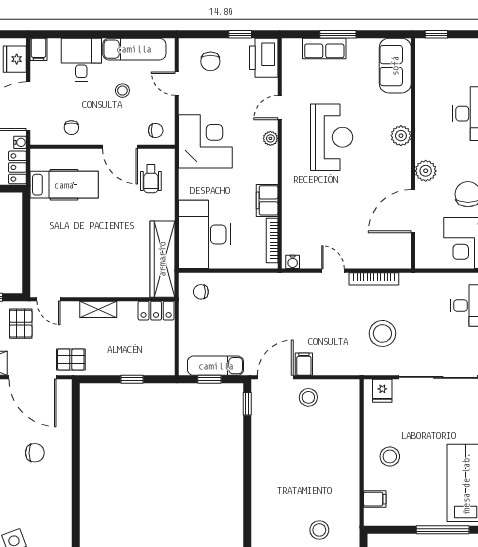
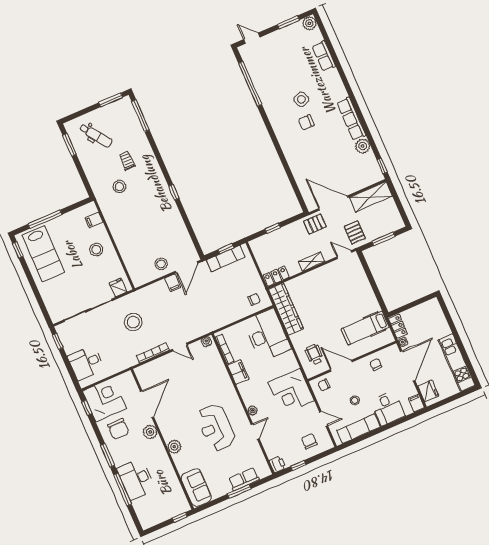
printer: (264, 58) -> (278, 464), width x0.53, depth x0.68
window: (247, 404) -> (174, 192), moved
chair: (35, 453) -> (306, 122), moved

